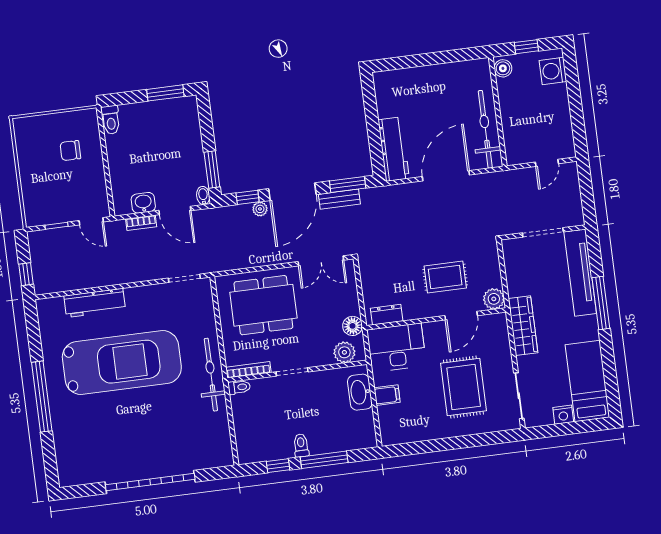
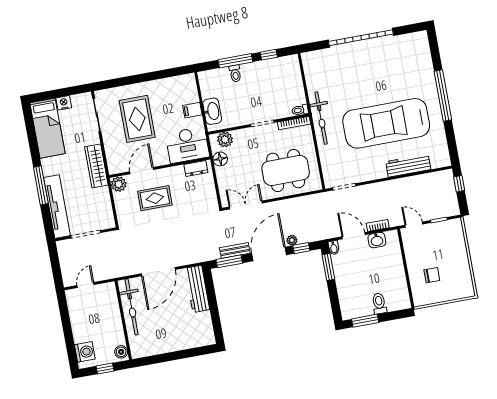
toilet: (111, 120) -> (379, 304), moved
toilet: (301, 445) -> (235, 73), moved

